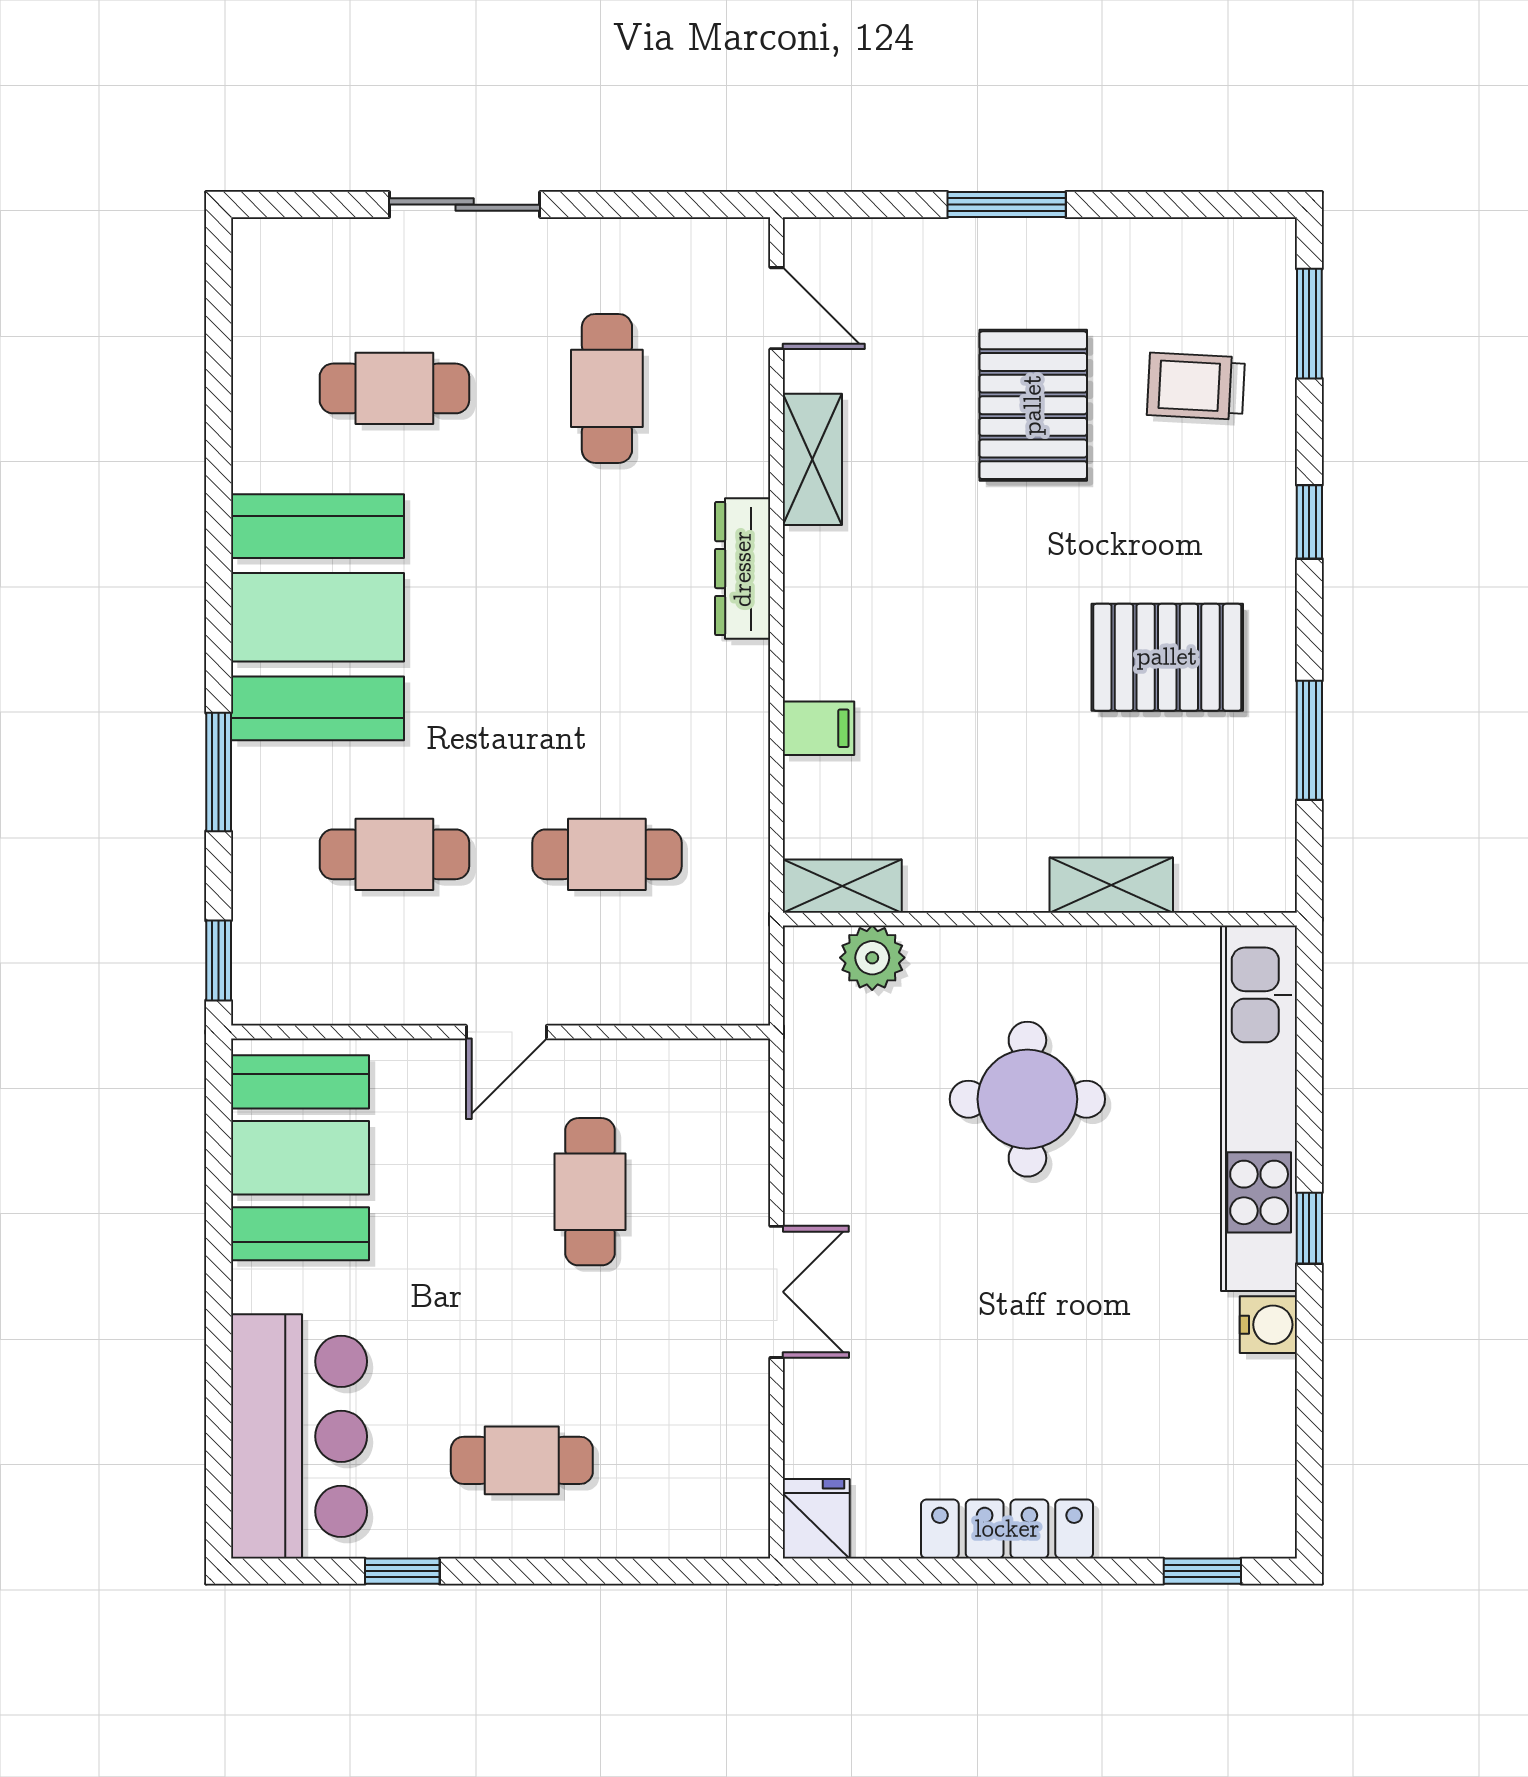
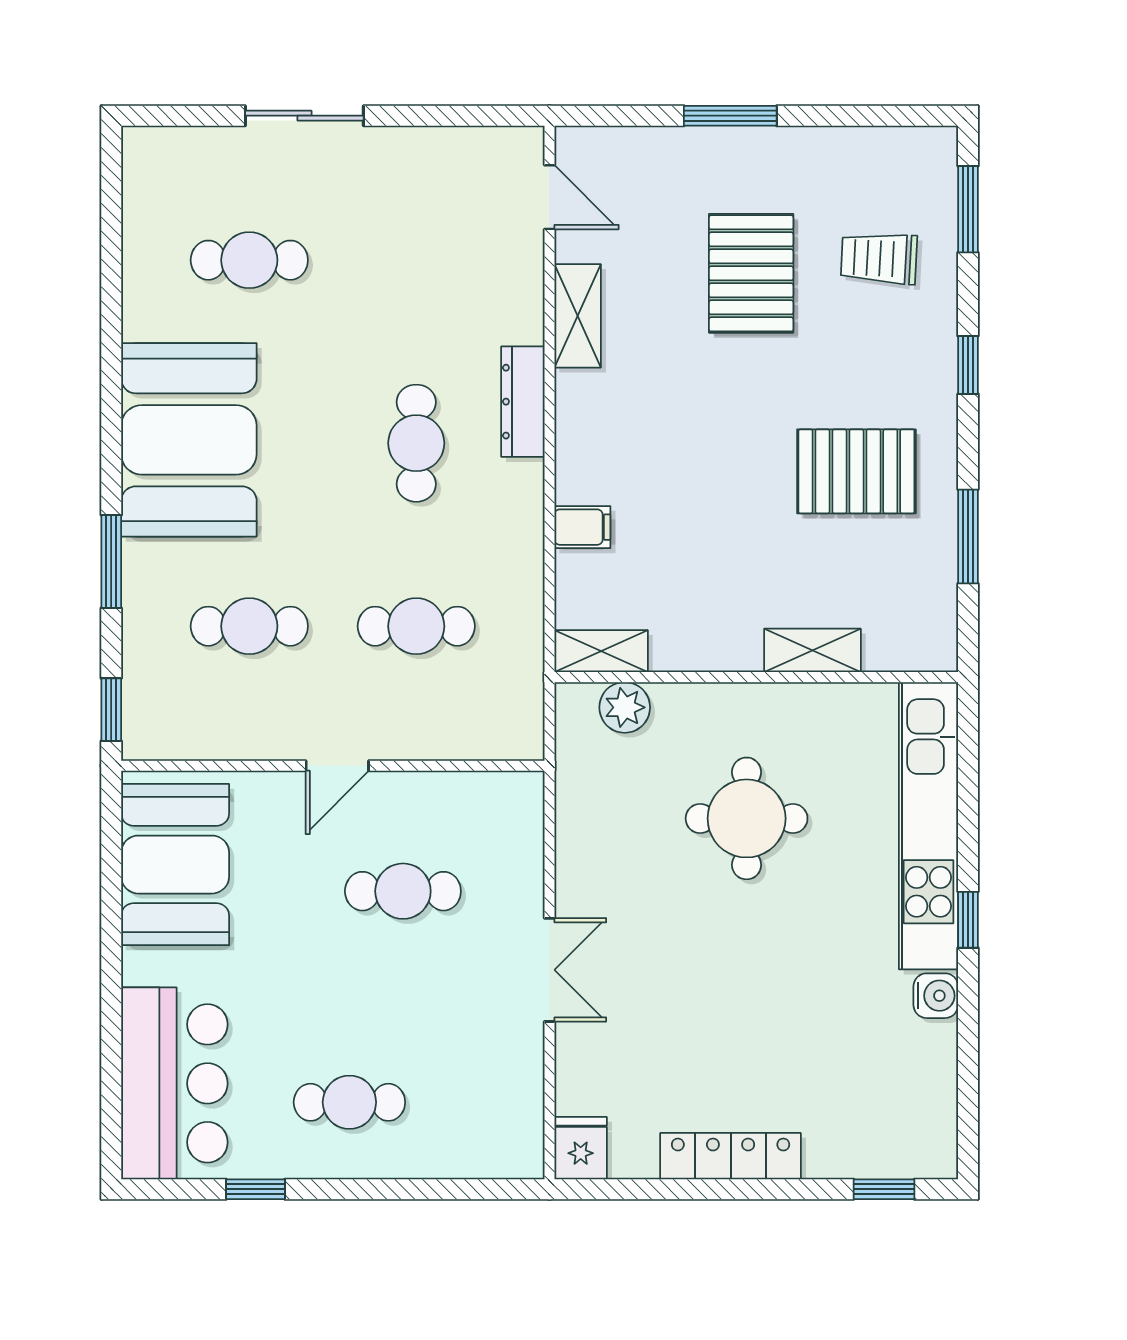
cafe table: (607, 388) -> (416, 443), moved
cafe table: (590, 1192) -> (403, 891), turned 90

